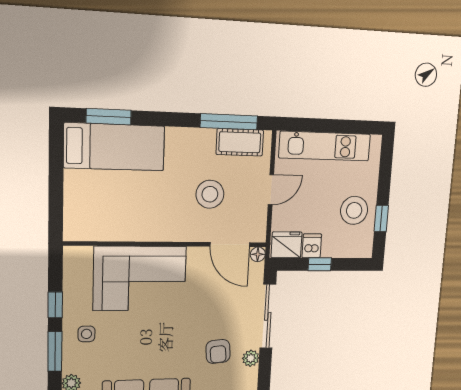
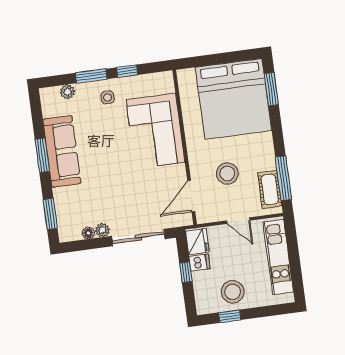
bed: (114, 147) -> (233, 99), width x2.04
floor lamp: (258, 254) -> (88, 233), moved
armchair: (218, 352) -> (105, 202), removed

